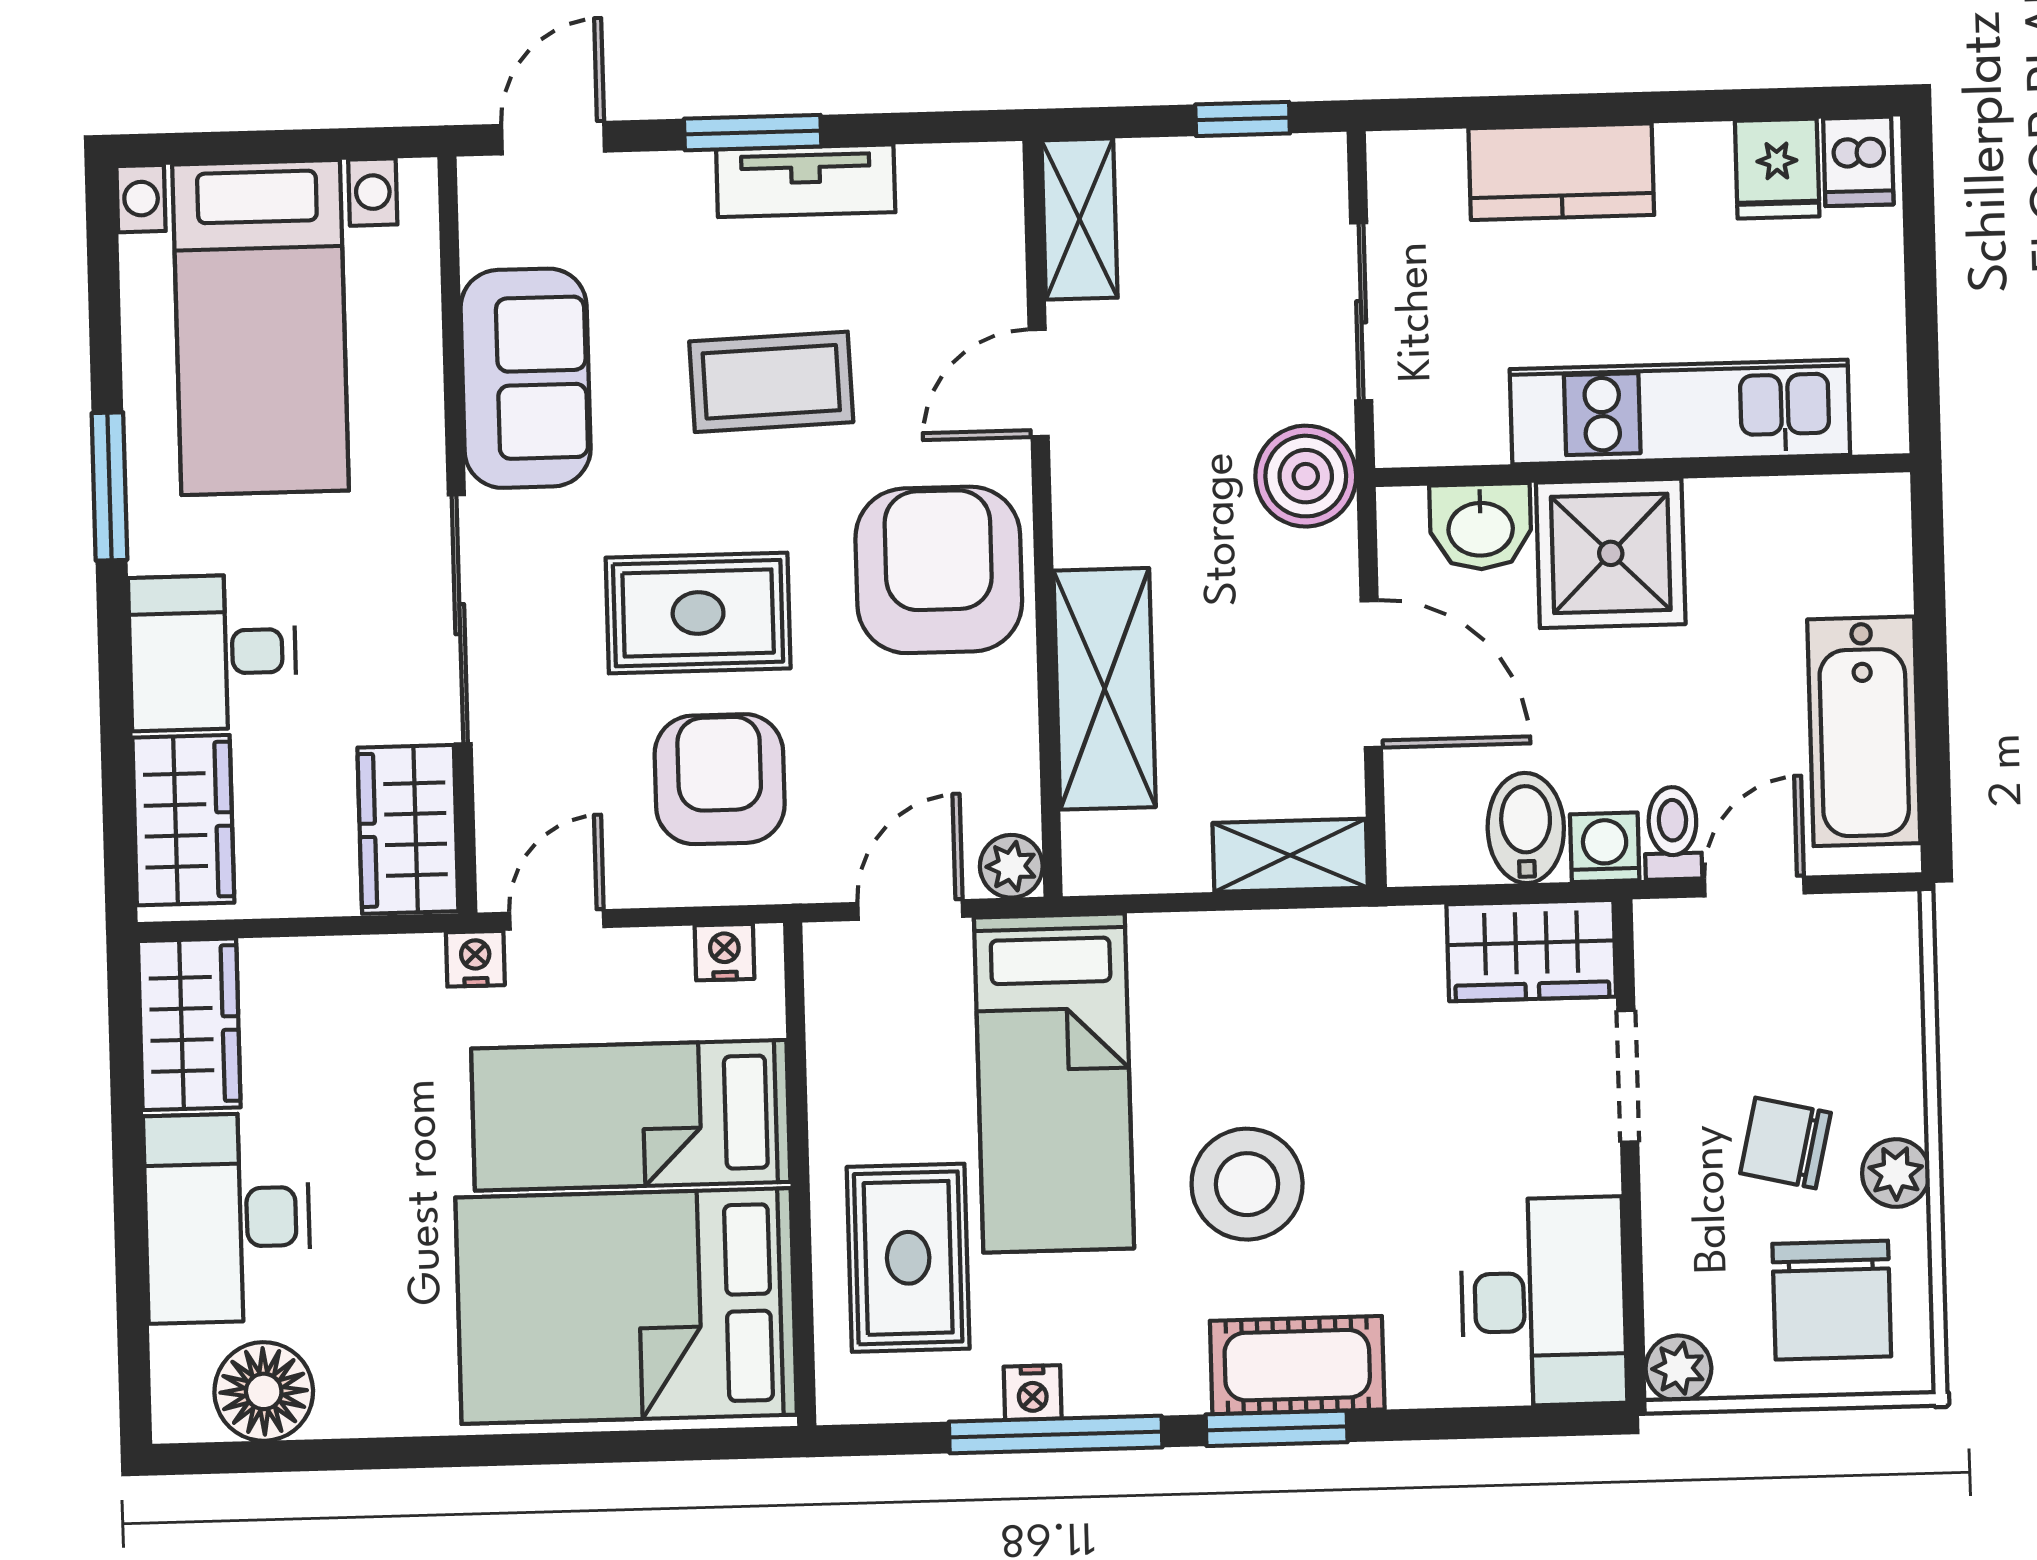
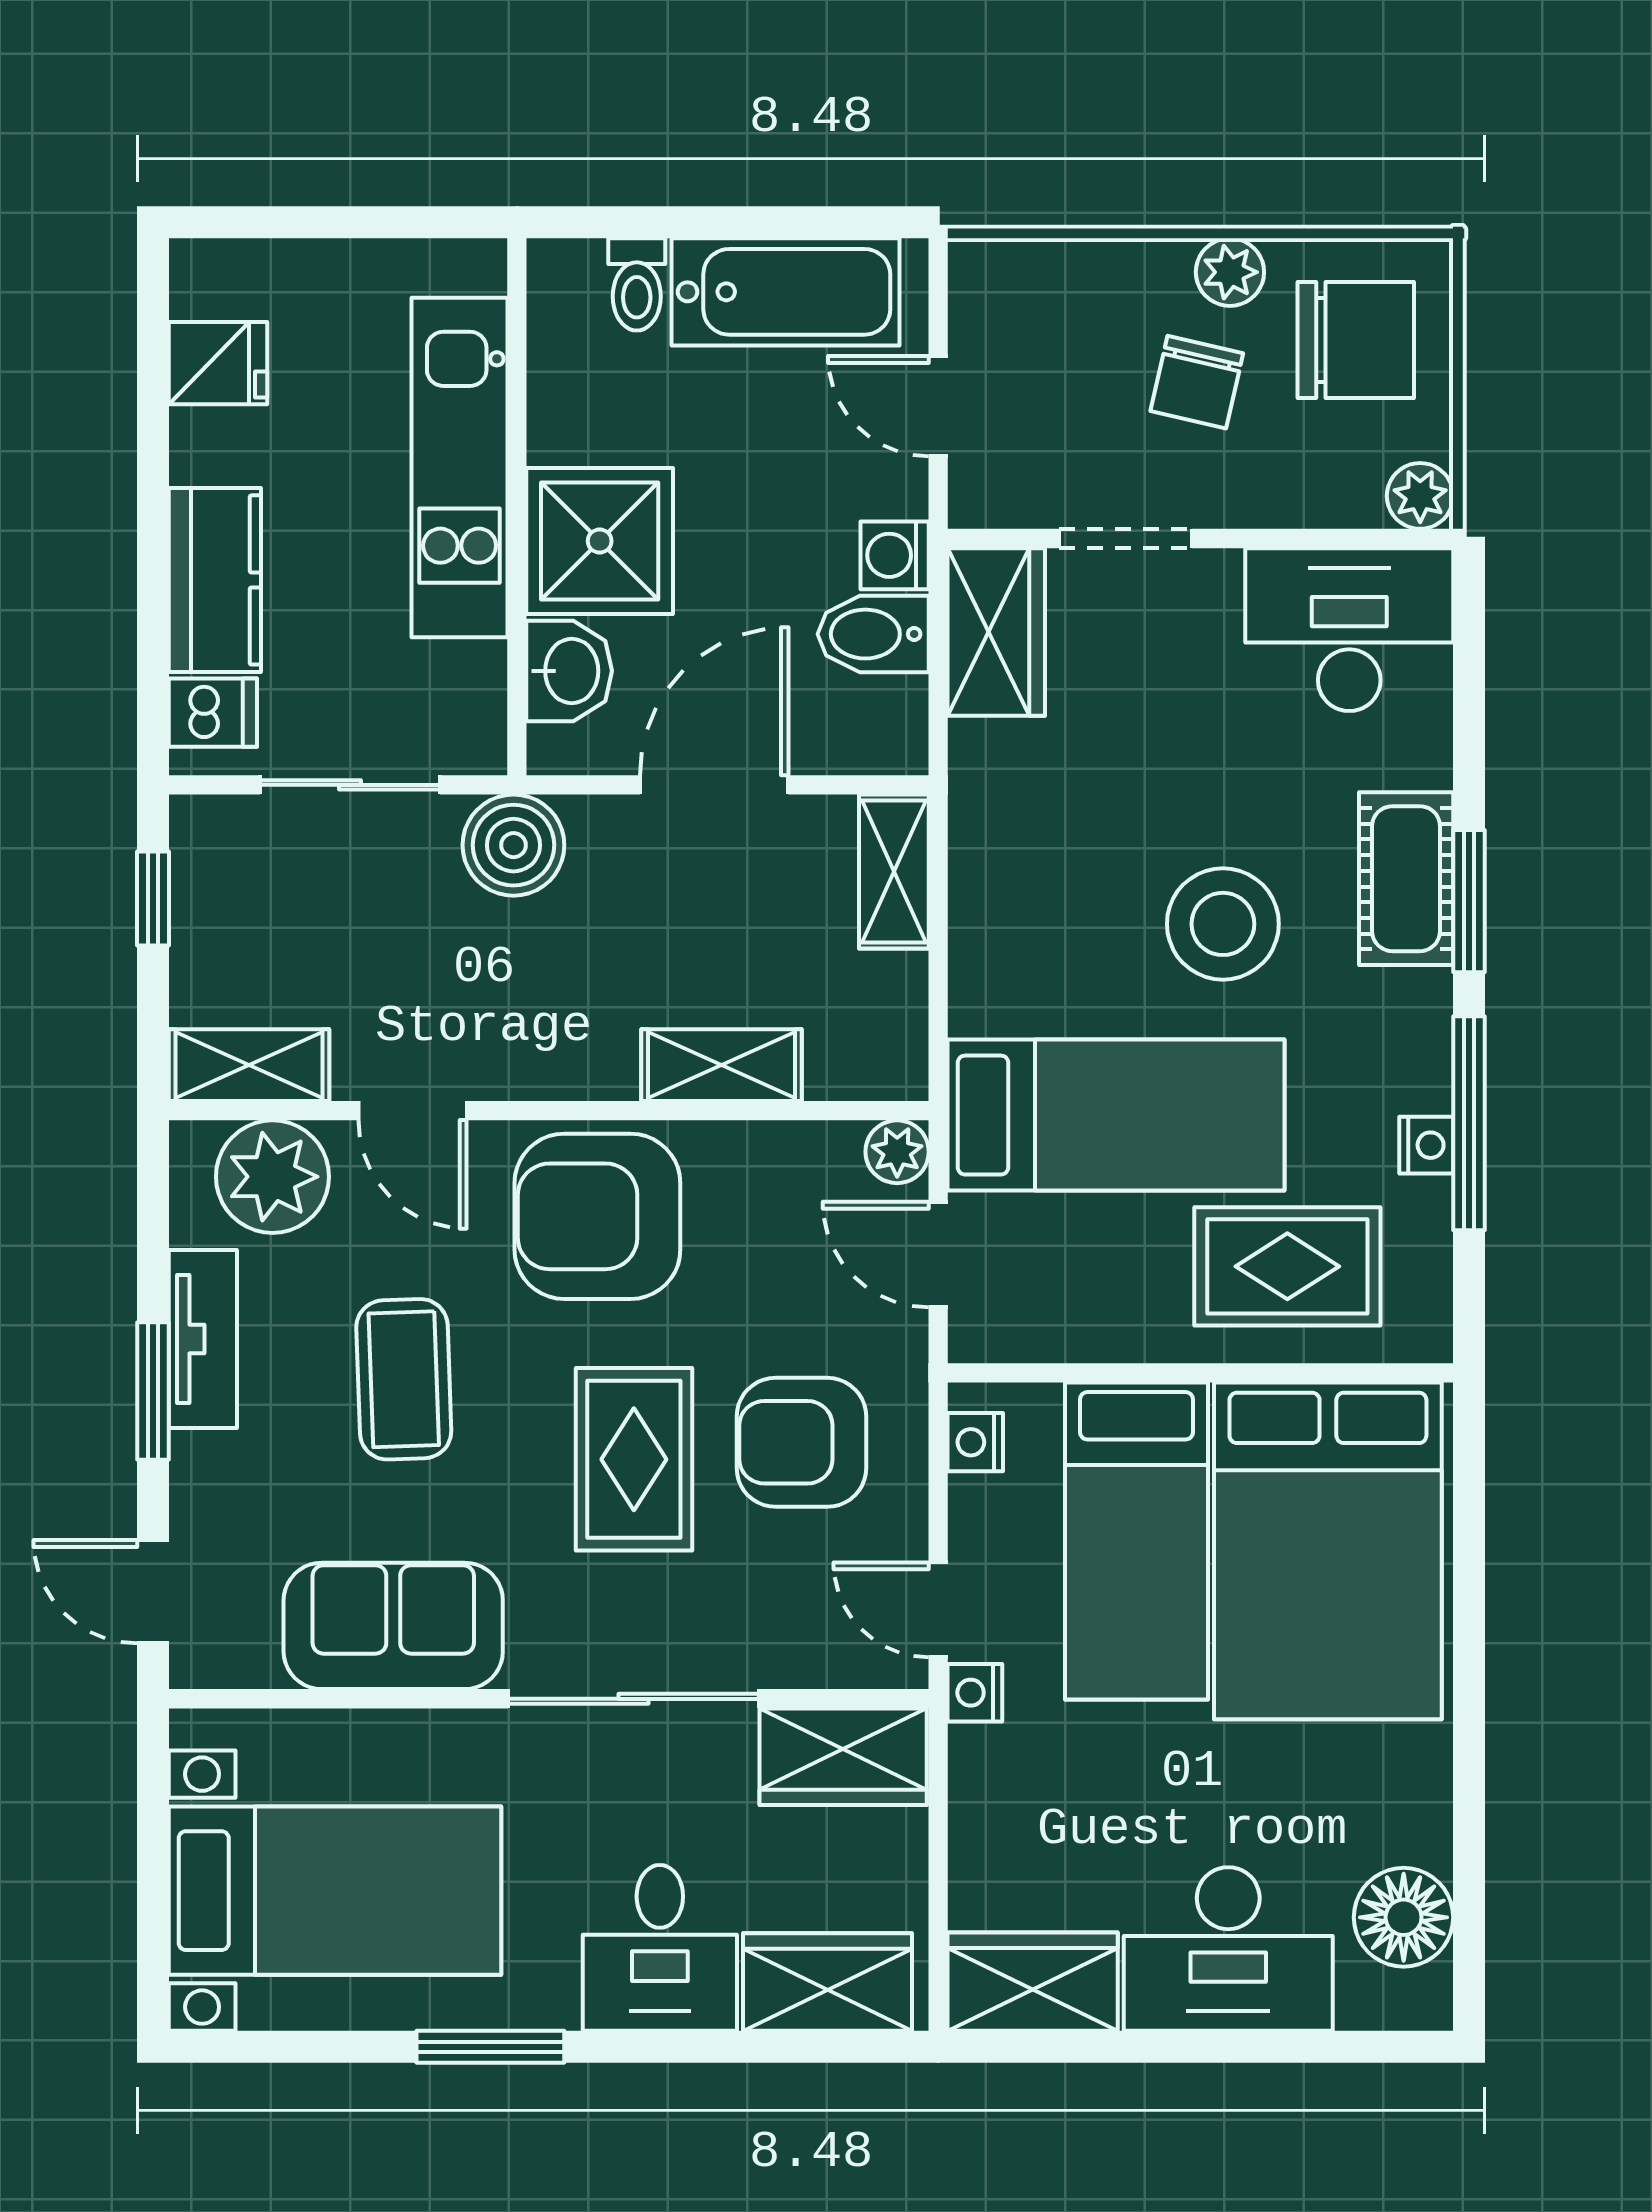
dishwasher: (1858, 161) -> (213, 713), moved
plant: (969, 246) -> (272, 1177), added
shelving: (1105, 689) -> (721, 1065), width x0.67, depth x0.75
toilet: (1673, 833) -> (637, 284), moved, turned -90

